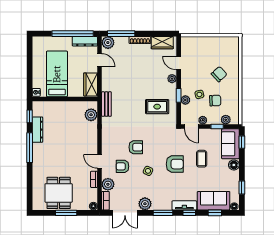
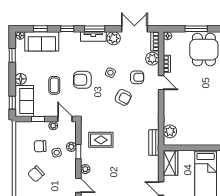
plant: (226, 120) -> (29, 126), removed
armchair: (136, 147) -> (123, 97), turned -153
tv unit: (184, 205) -> (93, 37), moved

